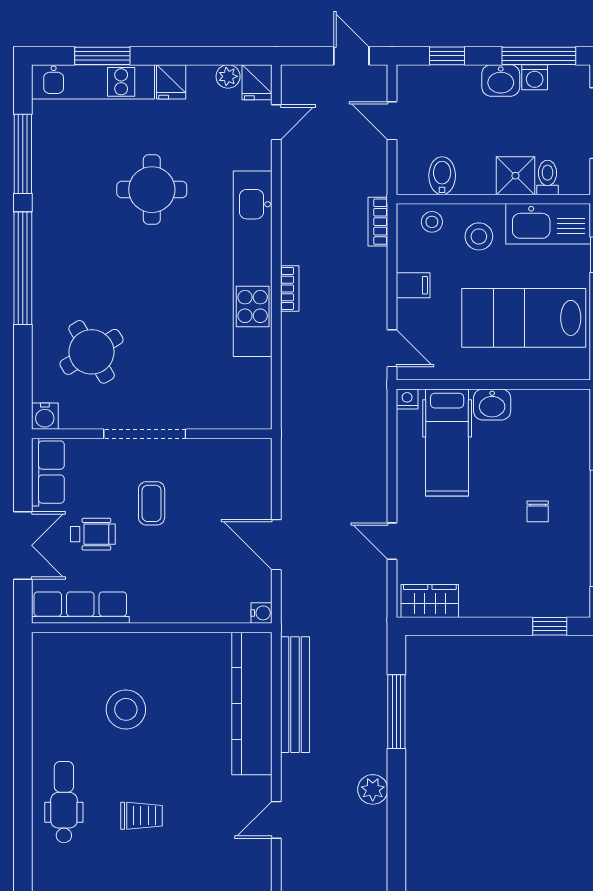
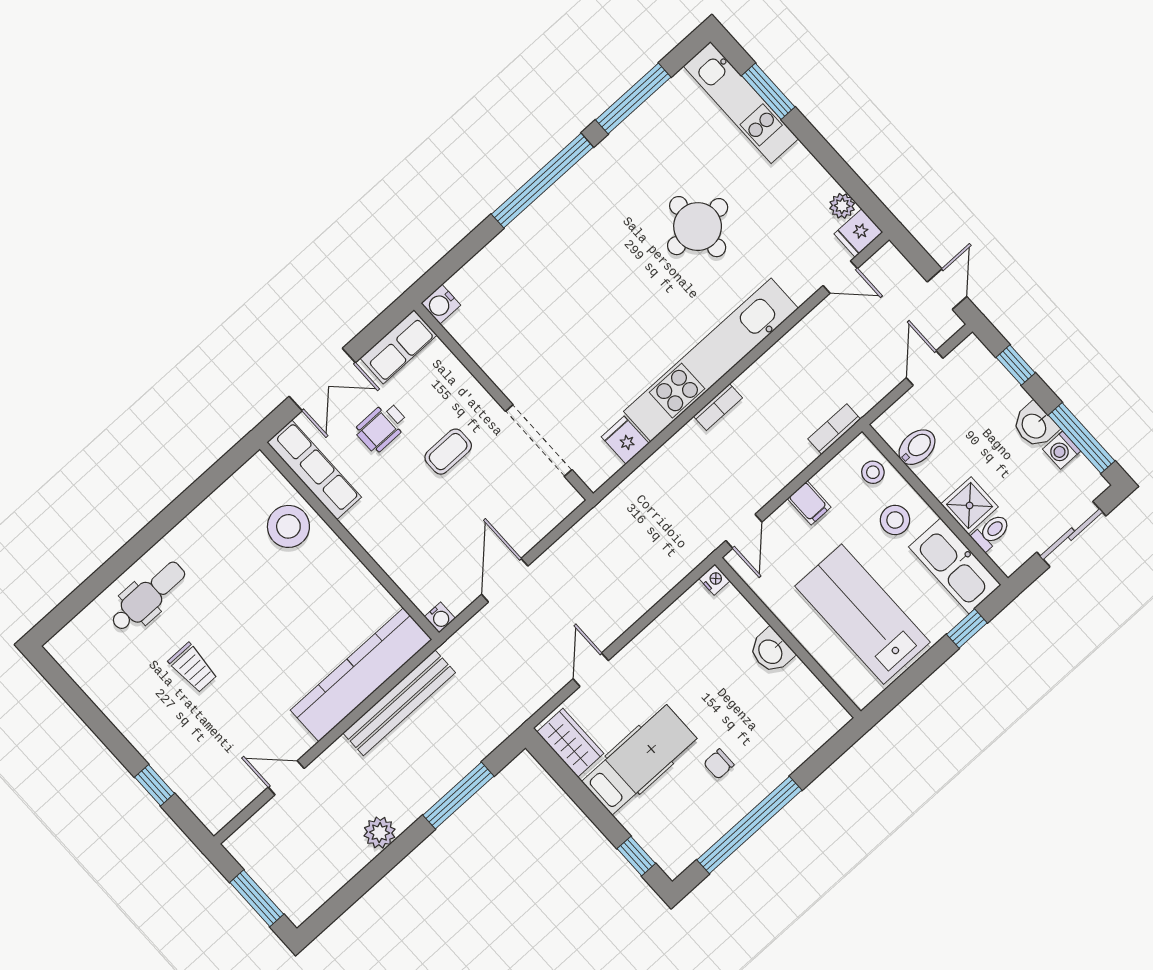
fridge: (171, 82) -> (625, 440), moved, turned 90
round table: (92, 352) -> (525, 295), removed
doorway: (145, 434) -> (539, 441), moved
hospital bed: (447, 442) -> (639, 760), moved, turned 180
wheelchair: (93, 534) -> (382, 427), turned 90
stool: (126, 709) -> (288, 526), moved

